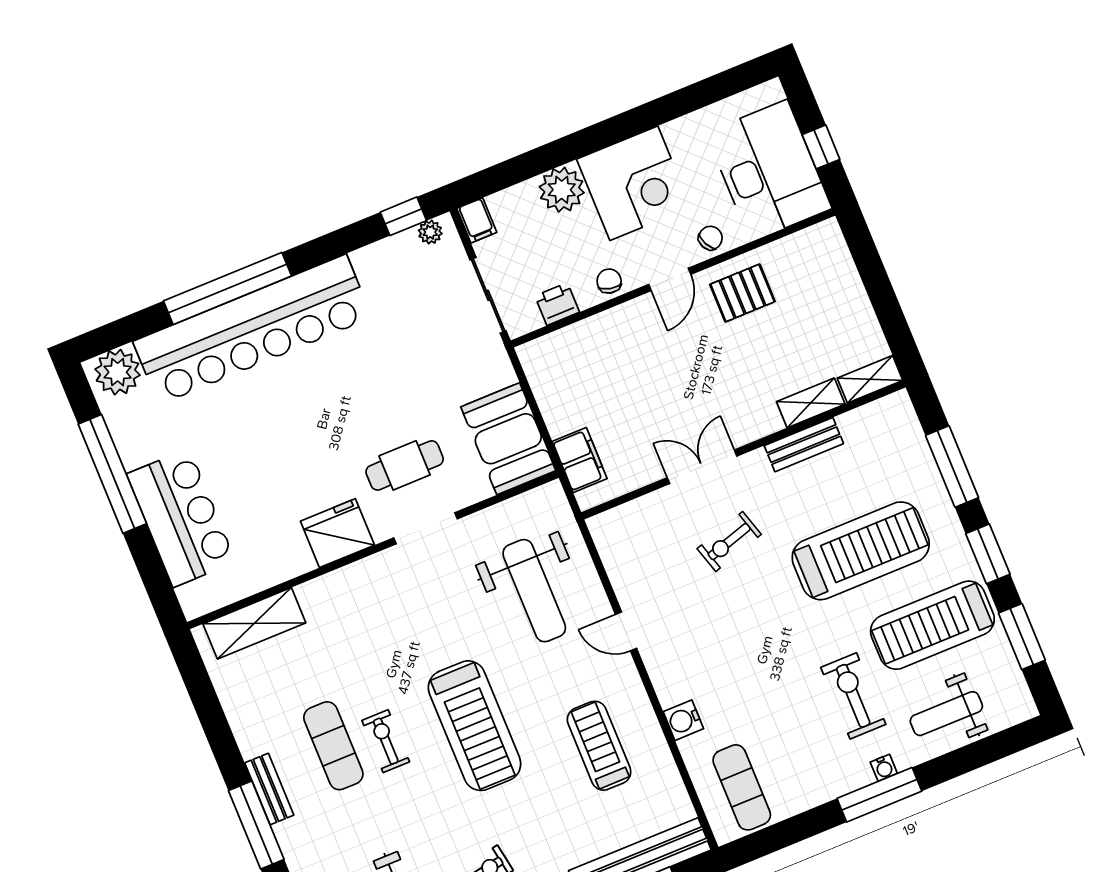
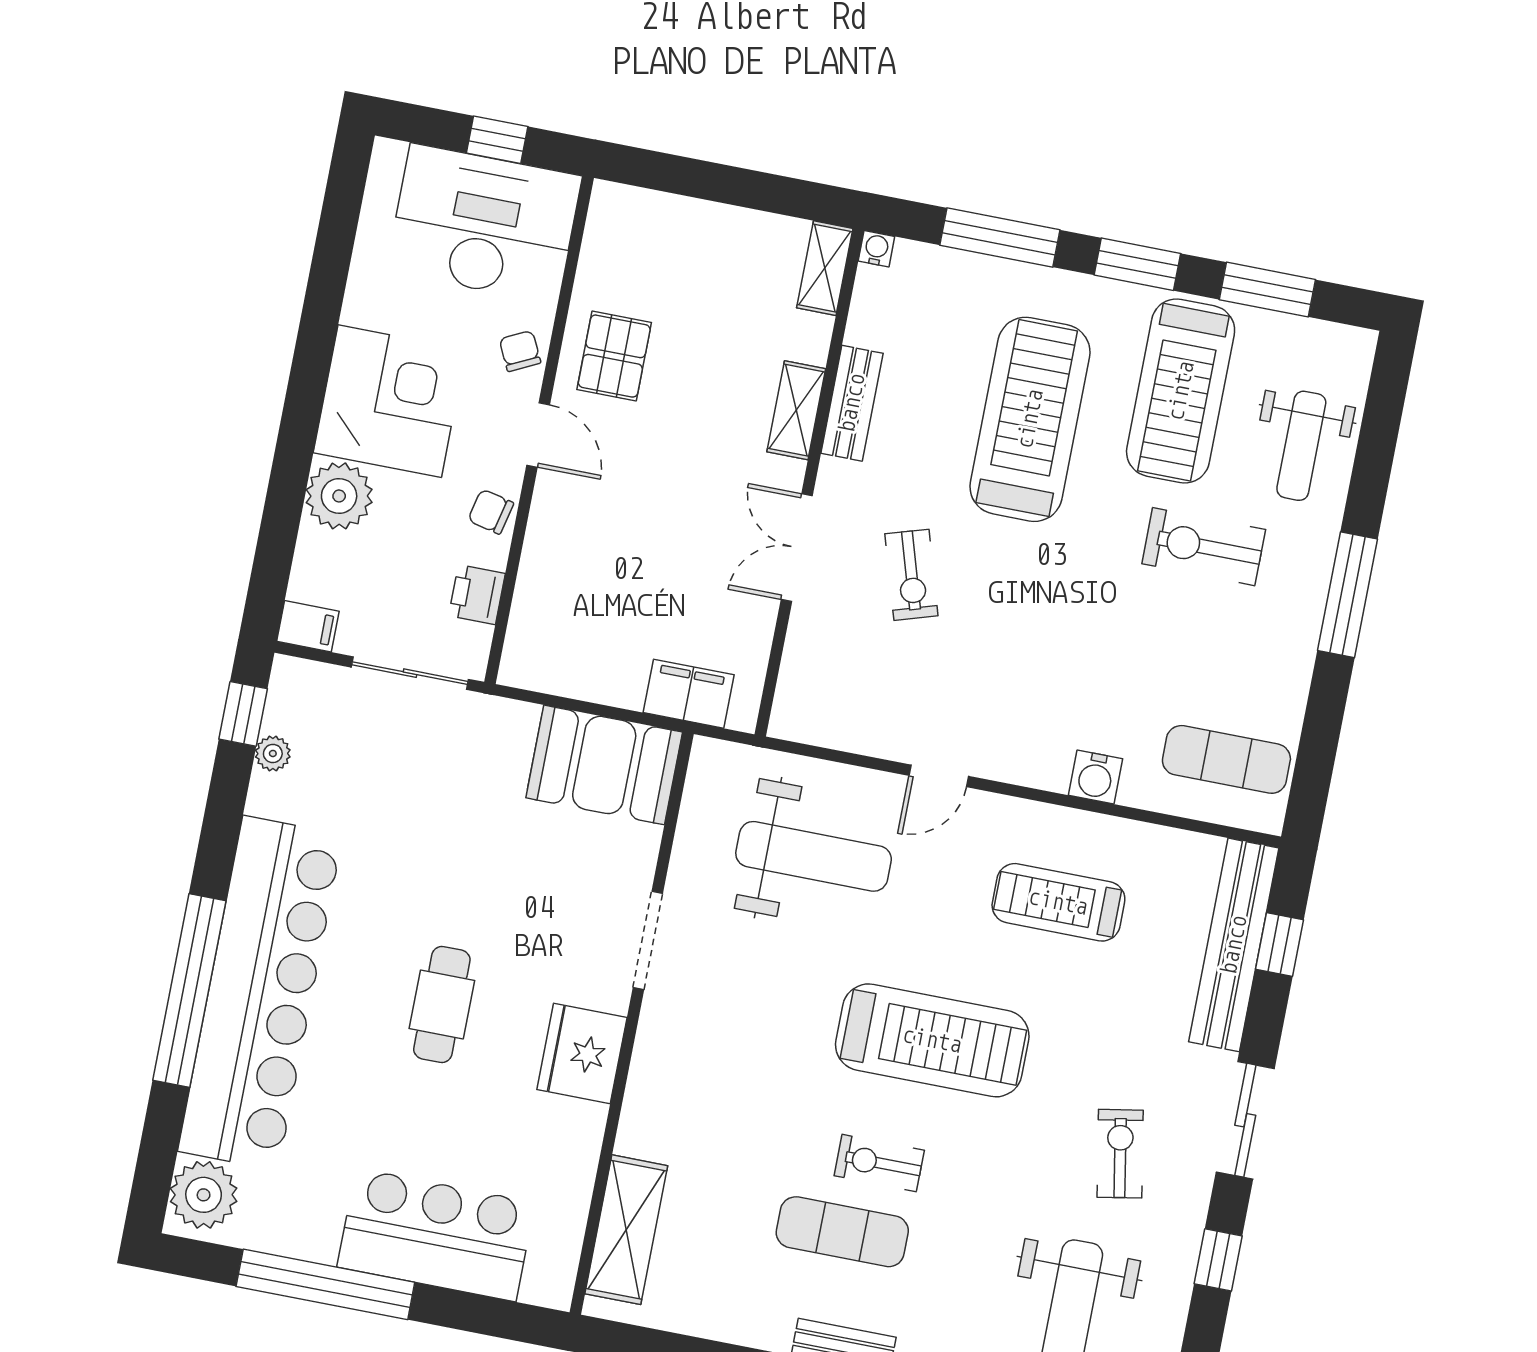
plant: (430, 232) -> (273, 753), moved
shelving: (811, 403) -> (796, 410), moved
cafe table: (405, 465) -> (442, 1004), moved
water cooler: (884, 768) -> (876, 249), moved, turned -90

